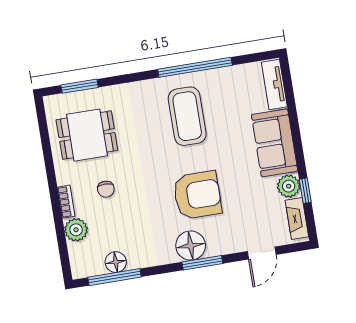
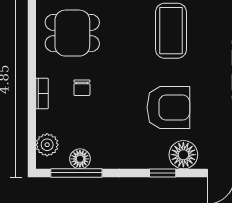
plant: (76, 230) -> (47, 145), moved
floor lamp: (191, 246) -> (183, 155), moved
window: (202, 263) -> (163, 173), width x0.67

